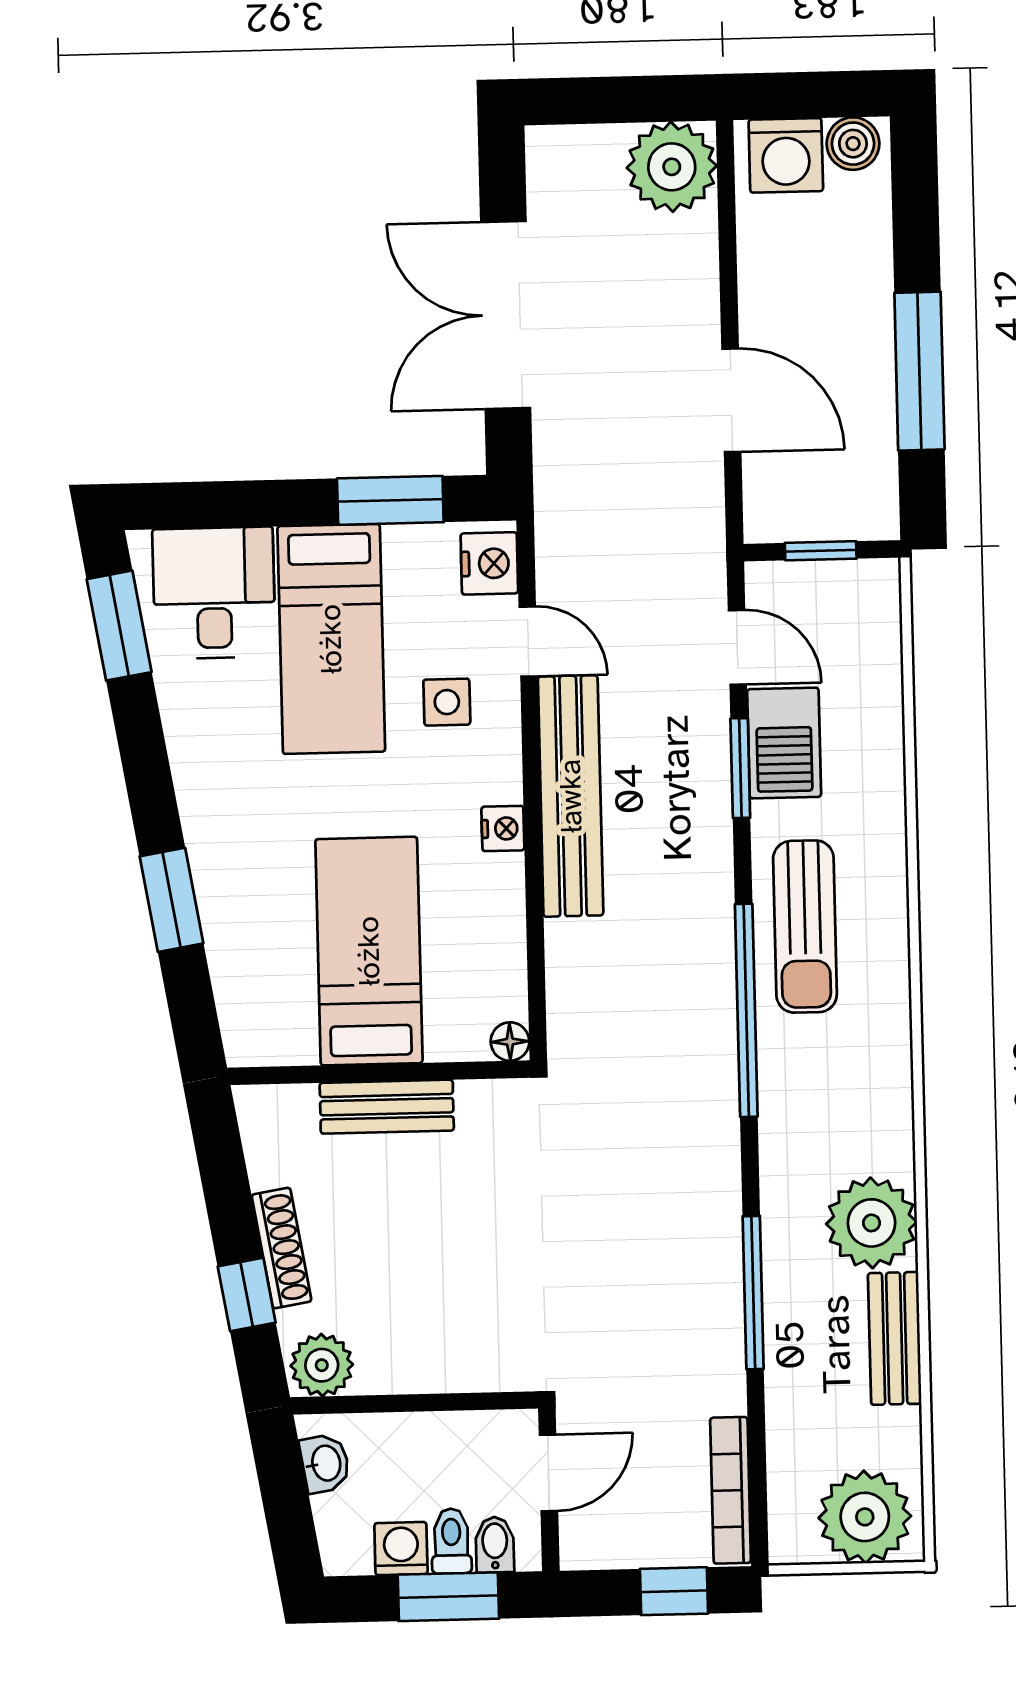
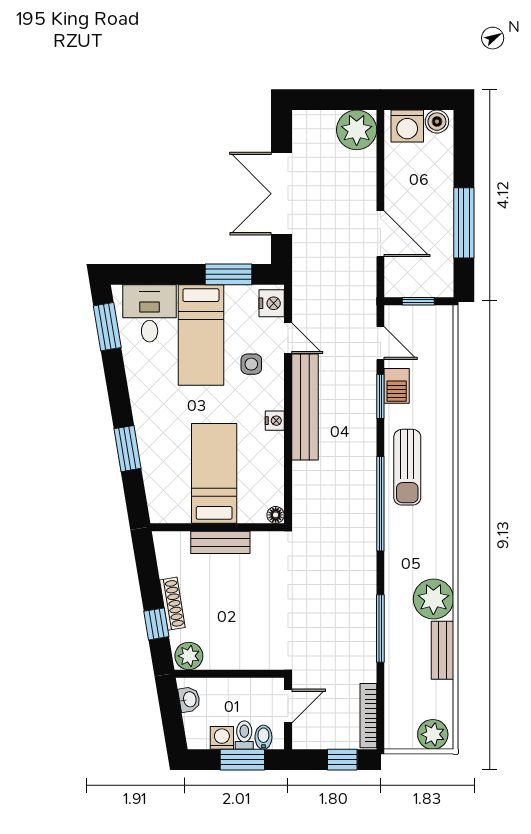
barbecue: (784, 743) -> (397, 386), width x0.73, depth x0.79
plant: (865, 1517) -> (433, 734), width x0.73, depth x0.73

